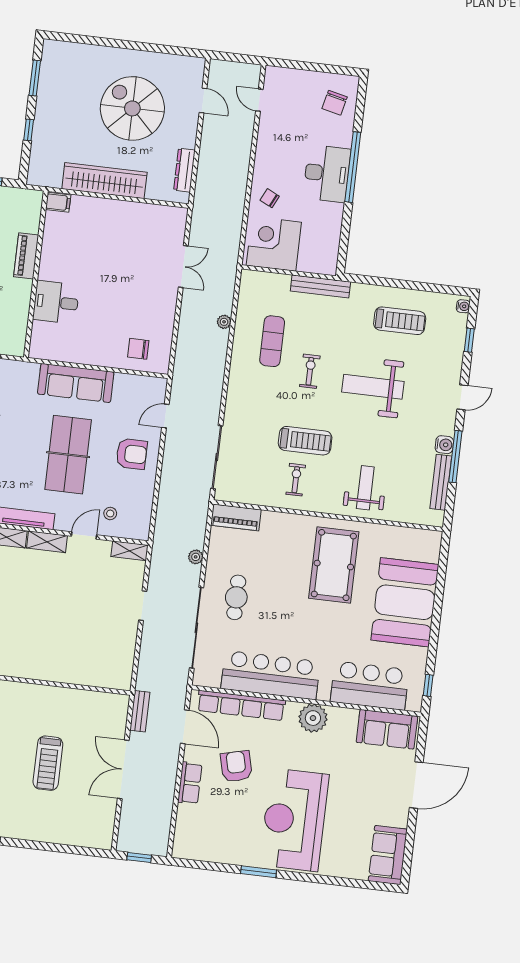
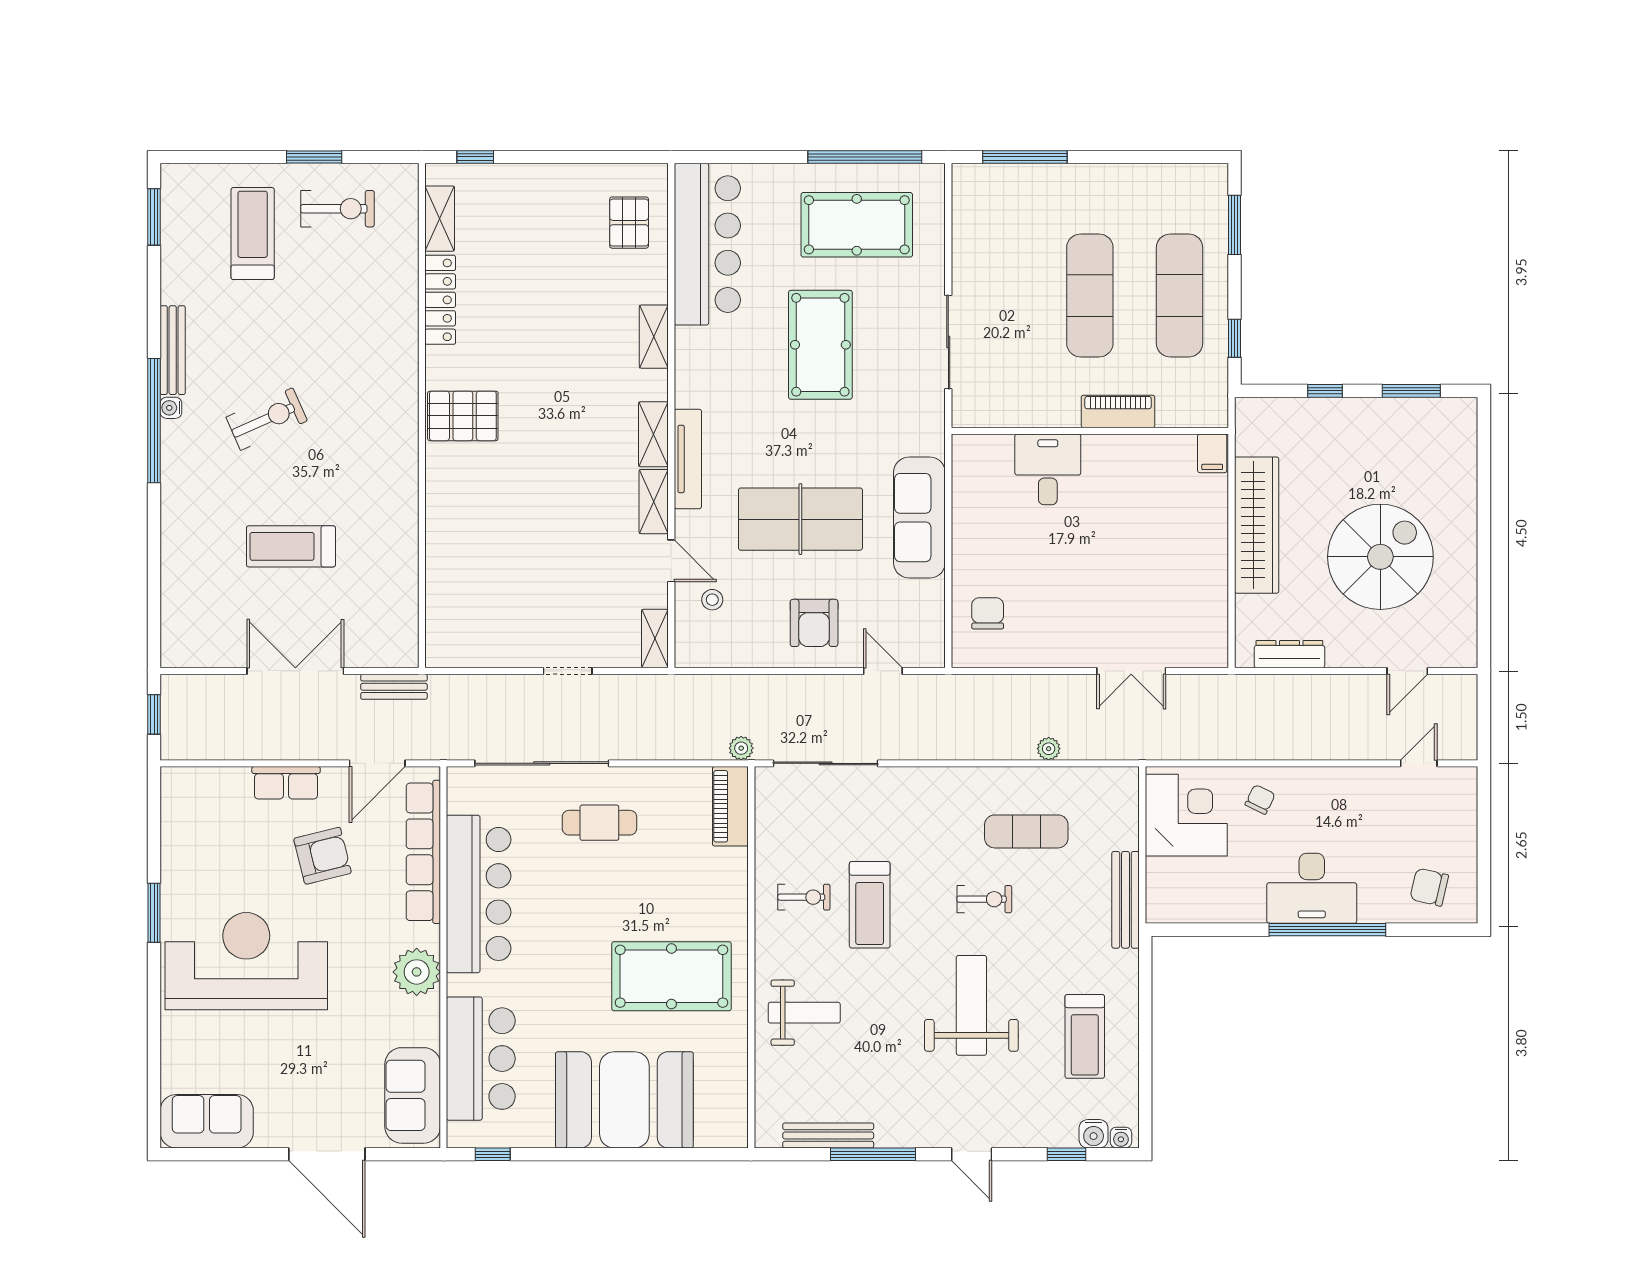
water cooler: (444, 445) -> (1094, 1134), moved
plant: (196, 557) -> (741, 748), moved

